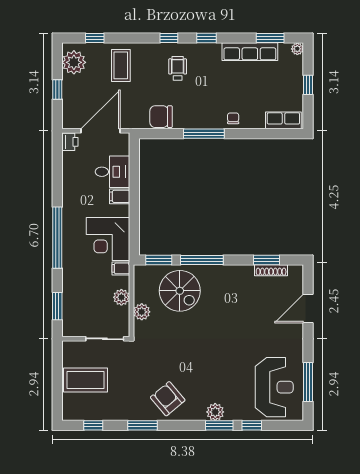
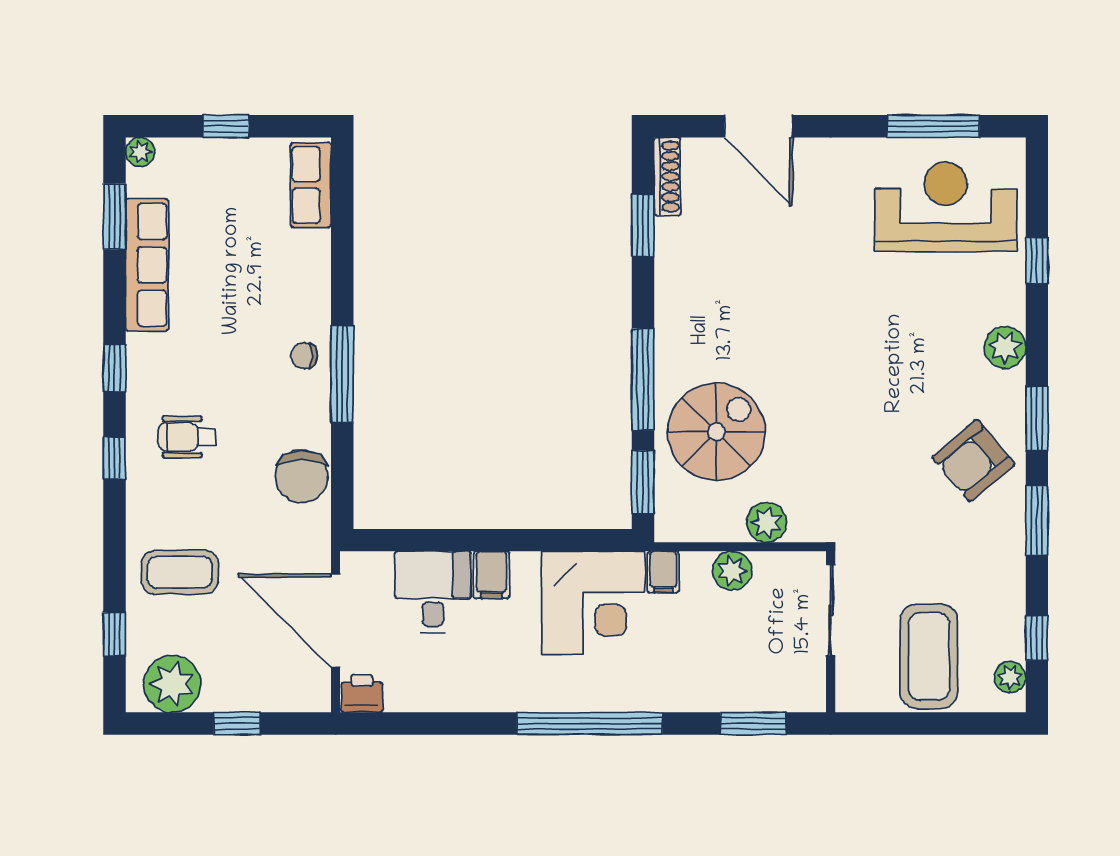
chair: (233, 118) -> (304, 356), moved
shoe rack: (271, 270) -> (667, 177), moved
plant: (77, 414) -> (1010, 677), added
window: (219, 425) -> (1037, 418), moved

